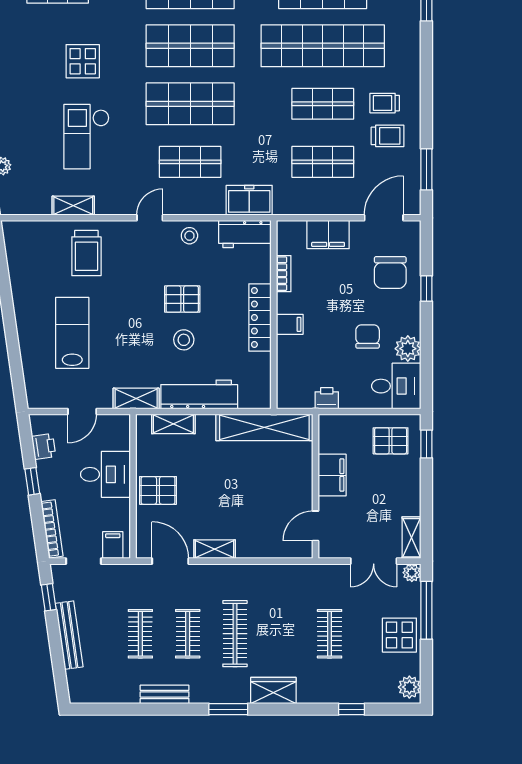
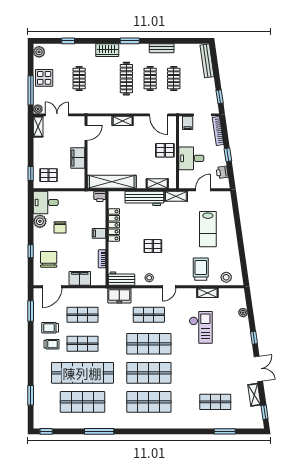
display table: (83, 61) -> (203, 365), removed
locker: (260, 318) -> (114, 225), moved
stool: (184, 340) -> (226, 277), moved
printer: (327, 398) -> (100, 196), moved
shelving: (215, 549) -> (123, 121), moved
bench: (69, 635) -> (207, 61), moved

